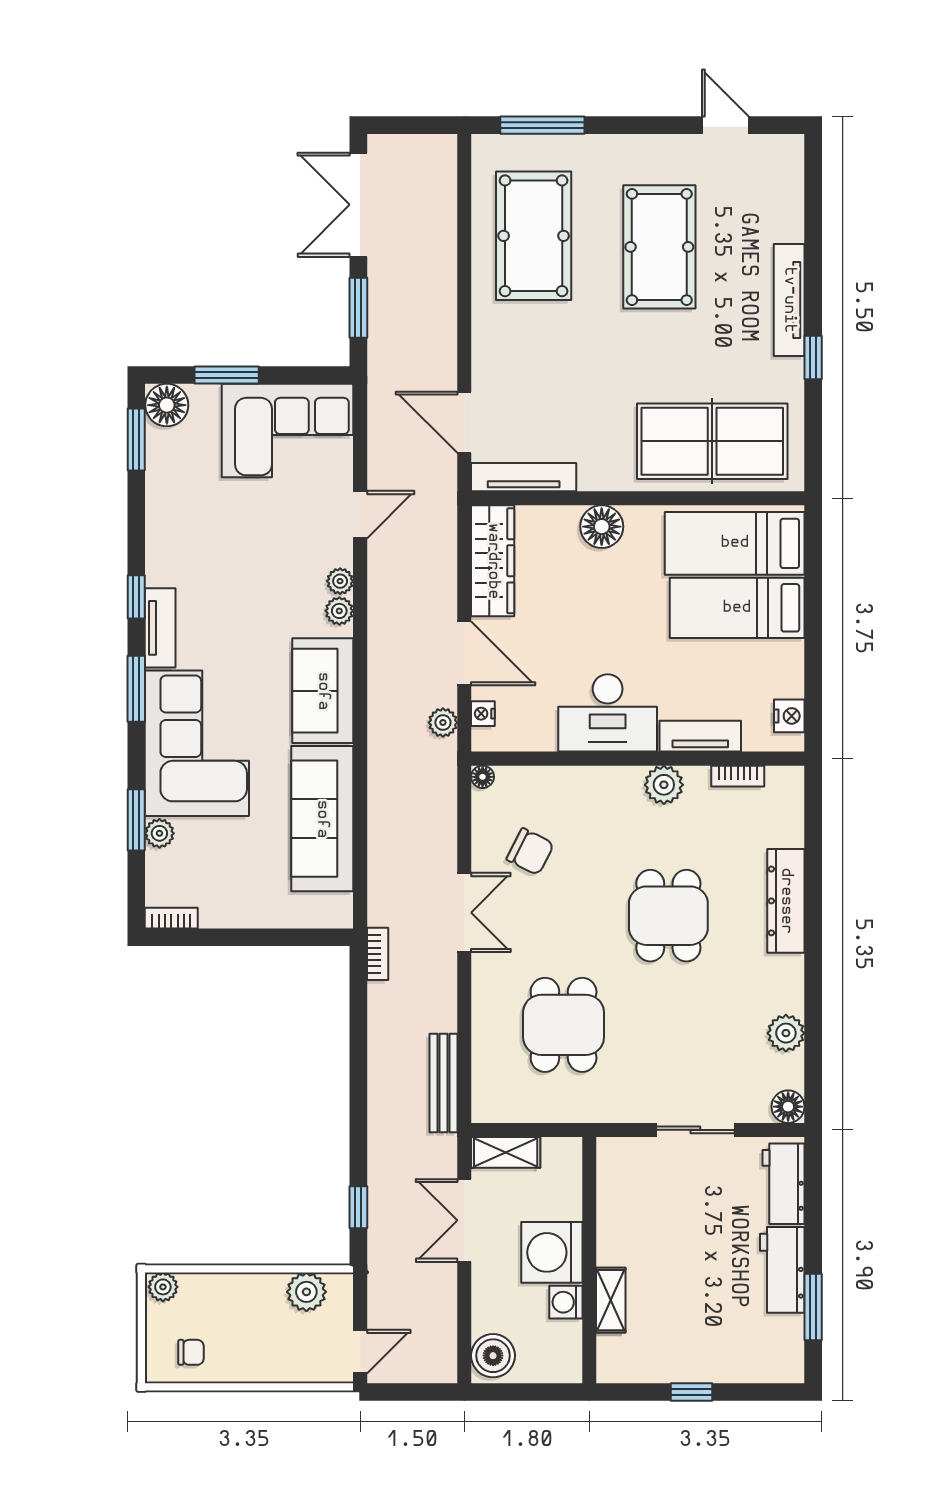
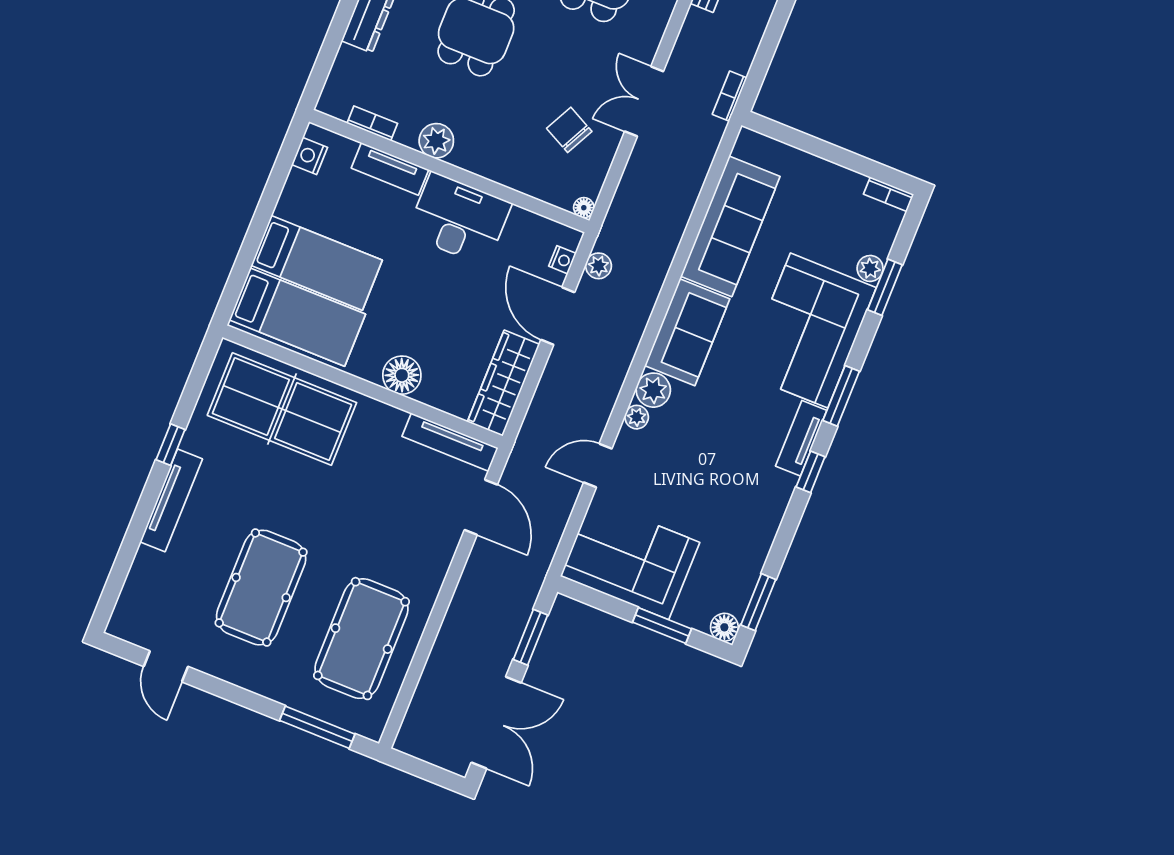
floor lamp: (167, 405) -> (724, 627), width x0.73, depth x0.73
plant: (339, 611) -> (653, 390), width x1.38, depth x1.38

